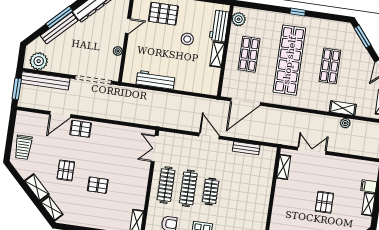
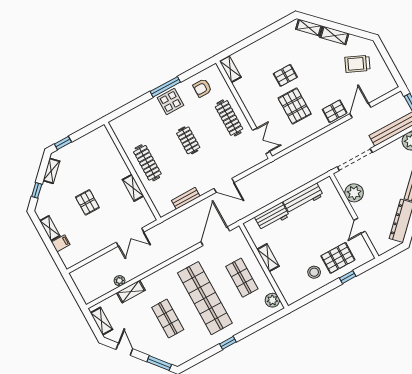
workbench: (219, 26) -> (272, 217), moved, turned 90
stool: (187, 39) -> (314, 272), moved
plant: (118, 51) -> (354, 193), width x1.88, depth x1.88
trolley: (23, 147) -> (357, 64), moved, turned -66
shelving: (284, 167) -> (133, 188), moved
pallet: (66, 170) -> (295, 106), moved, width x1.50, depth x1.42
clothes rail: (188, 188) -> (147, 163), moved

